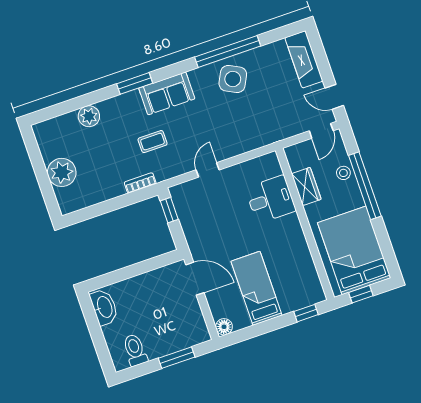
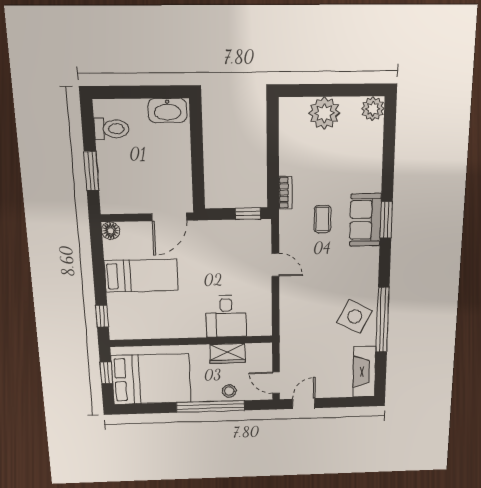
fireplace: (304, 59) -> (364, 372), moved, turned -90
sofa: (167, 93) -> (365, 220), moved
plant: (89, 116) -> (373, 109), moved

